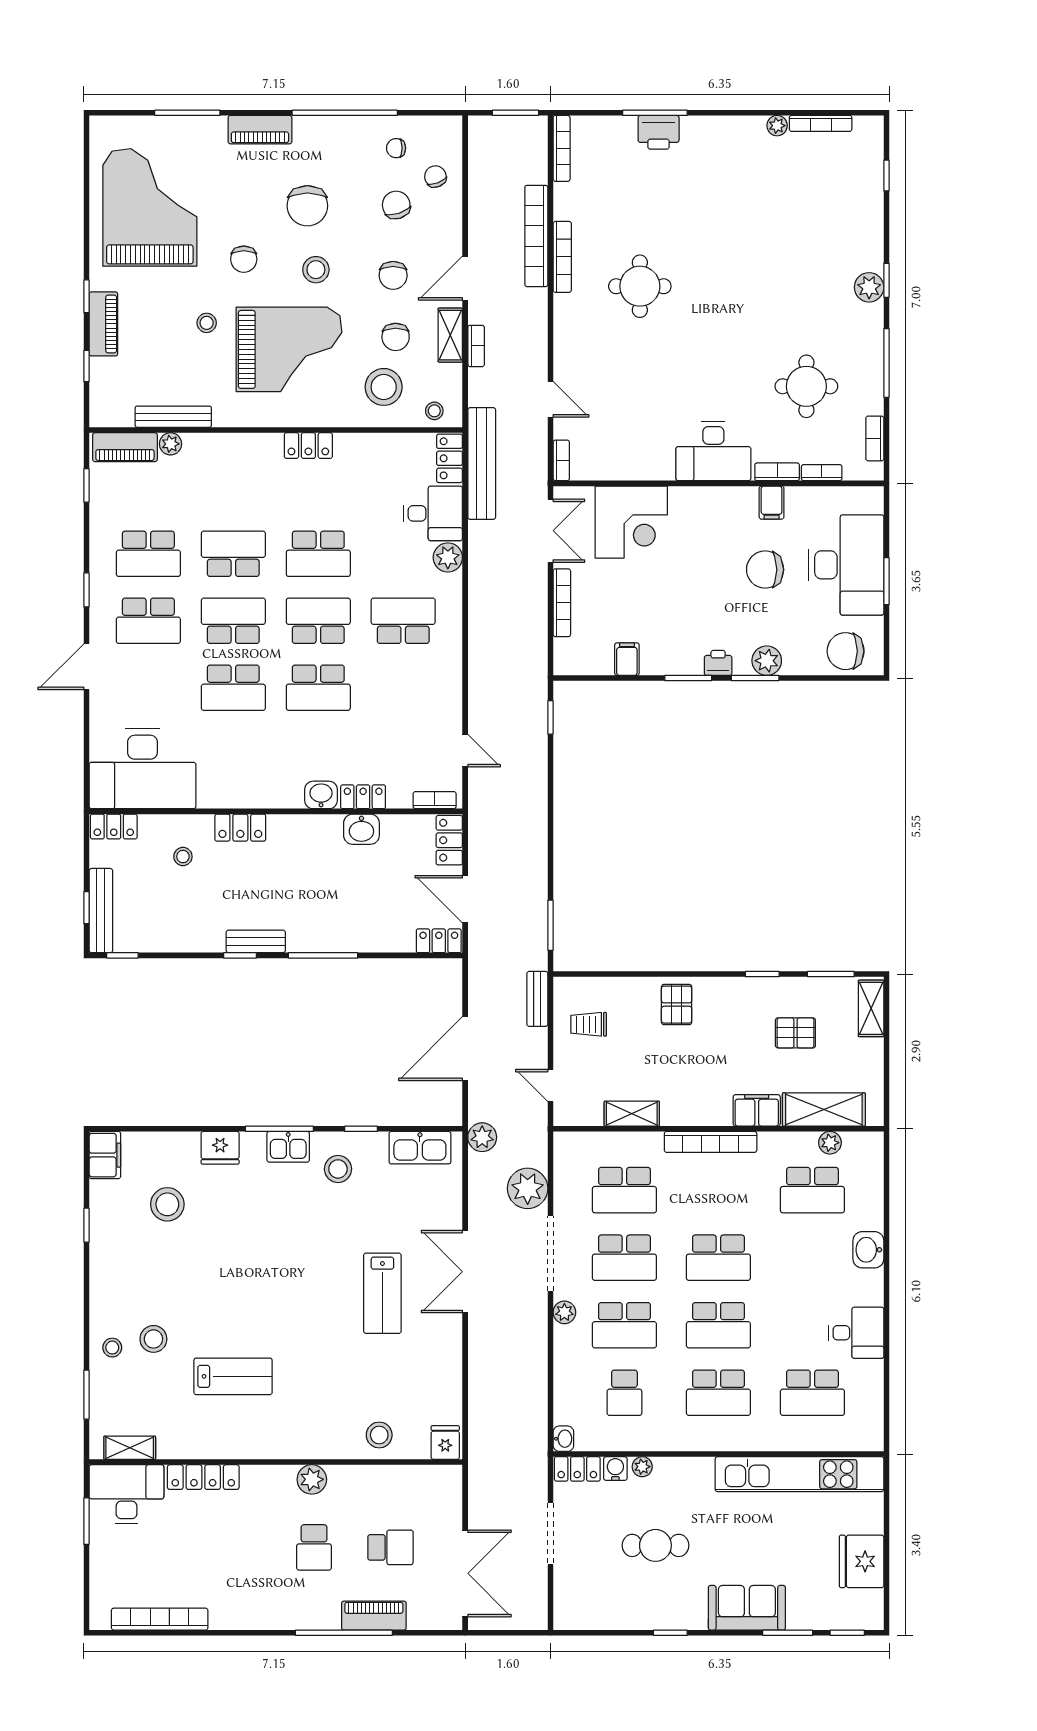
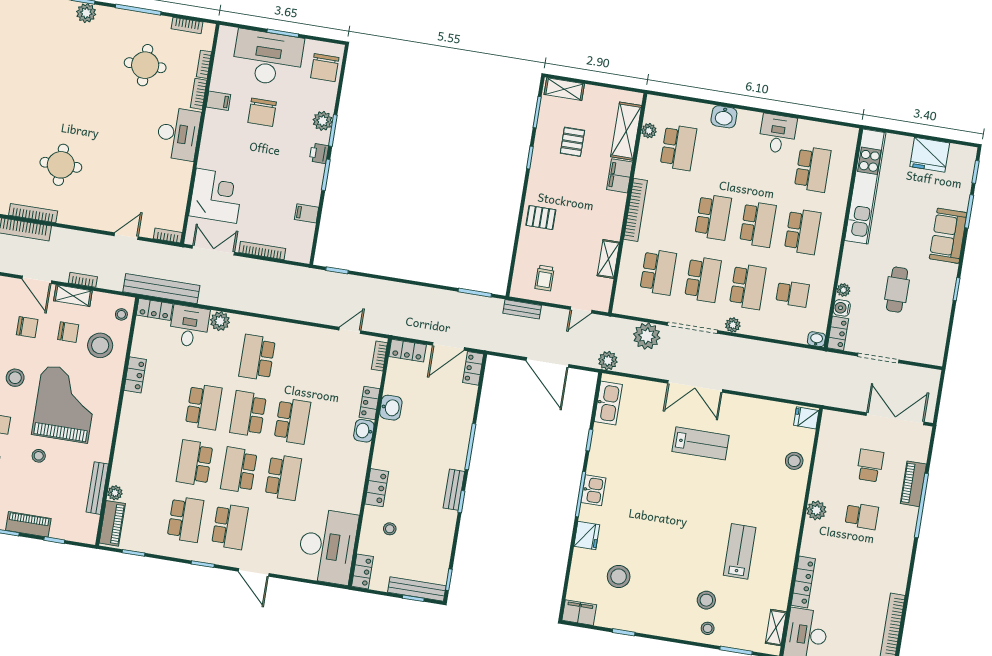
locker: (308, 446) -> (135, 375), moved
stool: (338, 1169) -> (613, 460), removed

